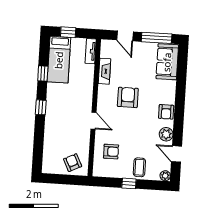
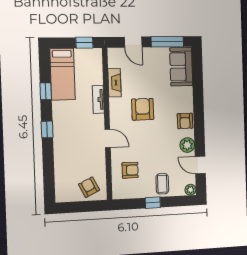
window: (68, 32) -> (84, 43), moved
tv unit: (91, 51) -> (98, 100), moved

